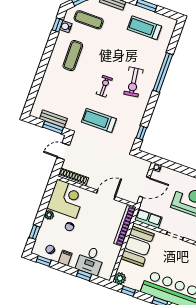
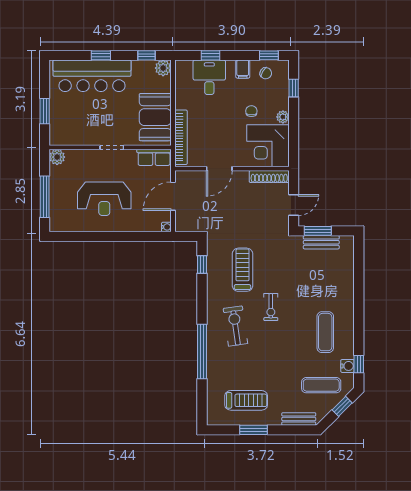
treadmill: (99, 120) -> (242, 270), moved, turned -90

